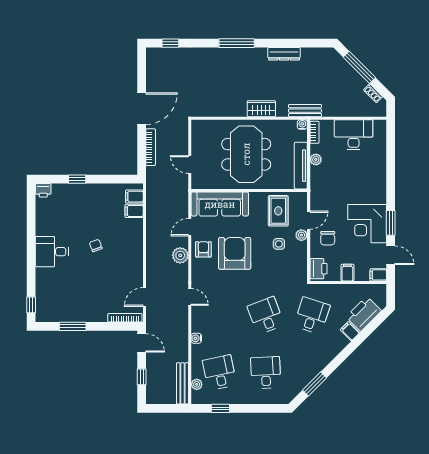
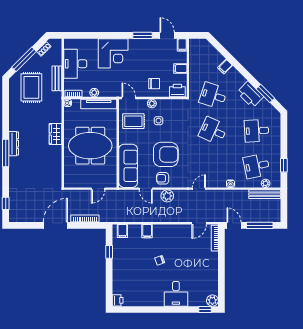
dresser: (284, 54) -> (14, 144), moved
rug: (323, 77) -> (31, 87), added
door: (142, 109) -> (55, 225), hinge flipped
bench: (305, 111) -> (57, 78), moved
window: (77, 179) -> (109, 252), moved
filing cabinet: (134, 211) -> (147, 231), moved
door: (309, 220) -> (129, 98), moved
corner desk: (367, 224) -> (113, 53), moved
desk: (52, 252) -> (176, 294), moved
armchair: (235, 253) -> (166, 154), turned 180
door: (391, 255) -> (167, 35), hinge flipped
door: (144, 297) -> (199, 223), hinge flipped
printer: (364, 314) -> (250, 94), moved
plant: (43, 315) -> (212, 301), added
desk: (266, 316) -> (213, 131), turned 45
window: (73, 326) -> (221, 278), removed
door: (142, 343) -> (234, 225), hinge flipped
window: (142, 377) -> (260, 225), width x2.17

